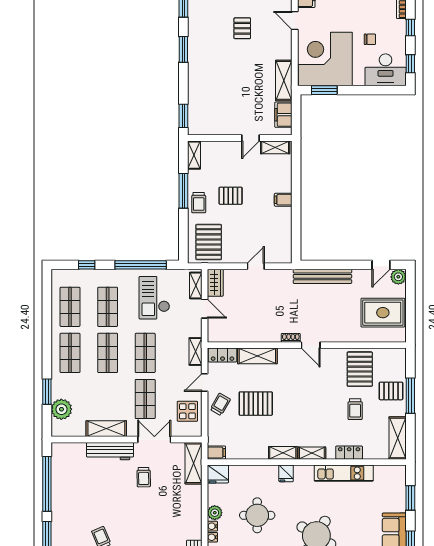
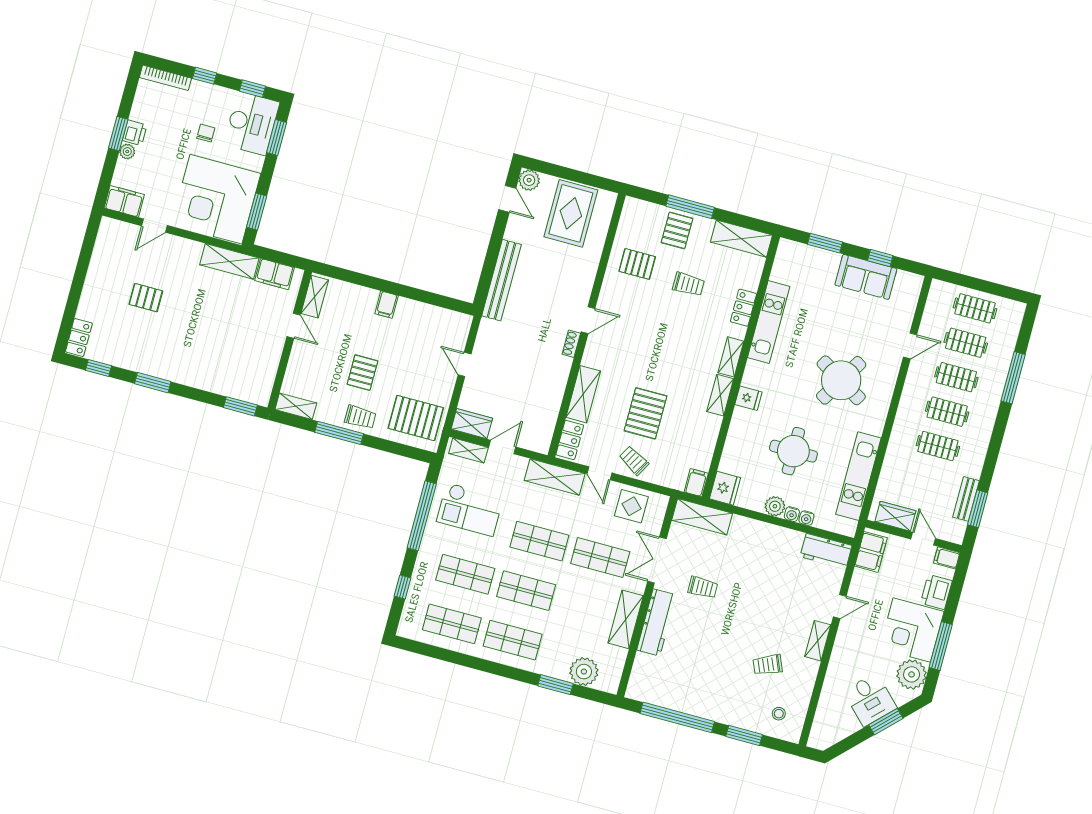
window: (380, 90) -> (277, 137), added
shelving: (196, 351) -> (555, 477), width x1.50, depth x1.33
pallet: (360, 369) -> (637, 264), width x0.67, depth x0.71

